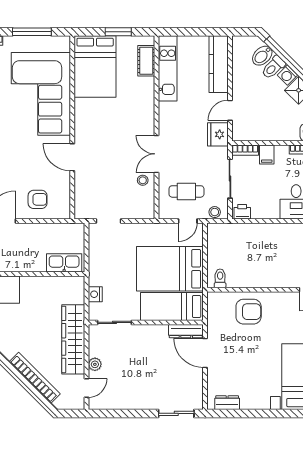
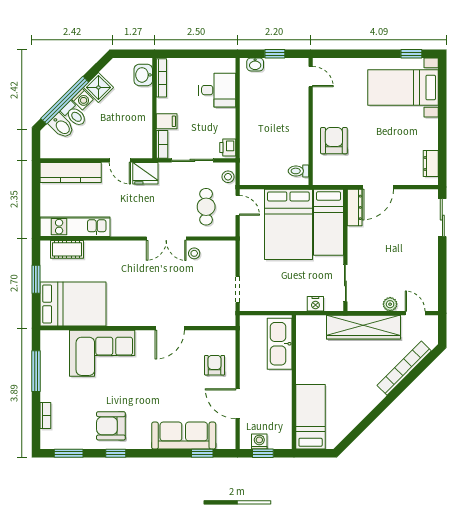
corner sofa: (41, 94) -> (102, 353), width x0.73, depth x0.74
kitchen sink: (64, 263) -> (280, 344), width x1.36, depth x1.24

